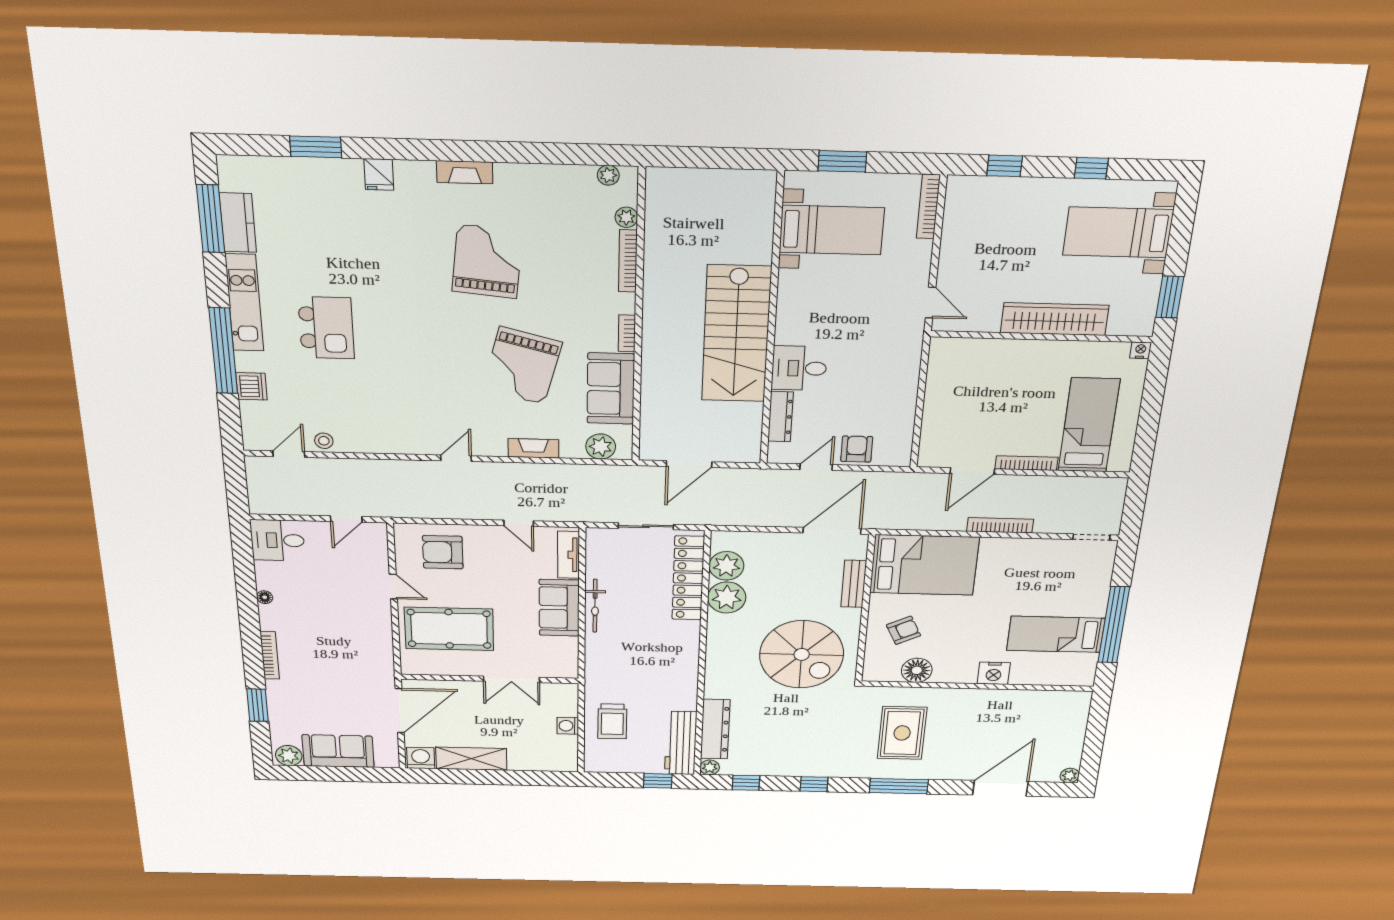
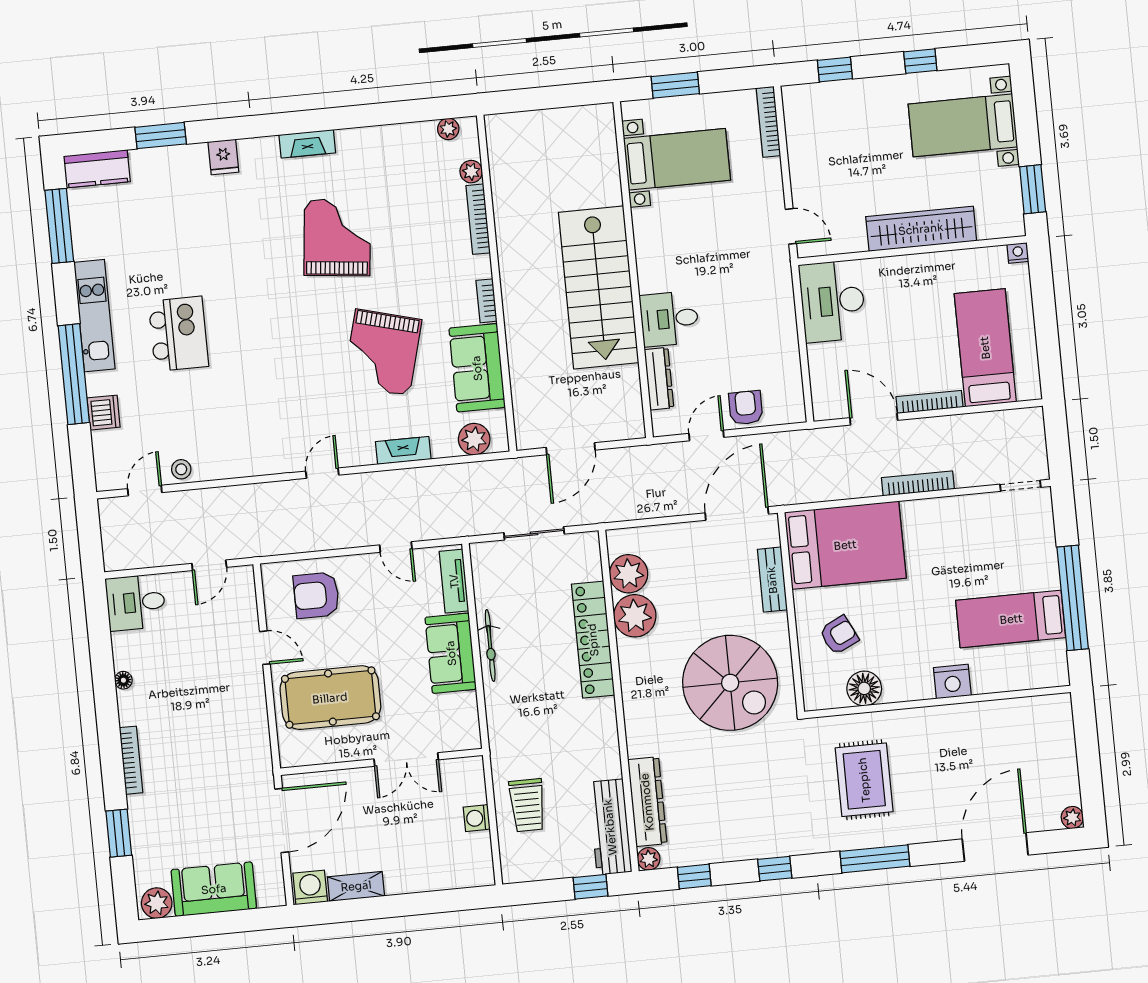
kitchen counter: (238, 223) -> (97, 169), moved, turned 90
desk: (956, 371) -> (833, 301), added
door: (972, 471) -> (874, 419), swing flipped
locker: (688, 578) -> (593, 640), moved
shelving: (471, 759) -> (356, 886), width x0.67, depth x0.75

